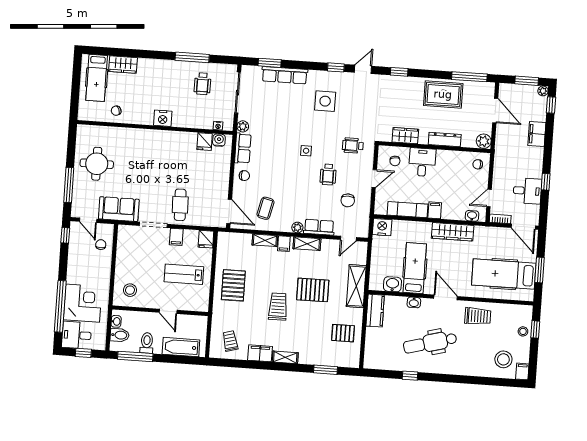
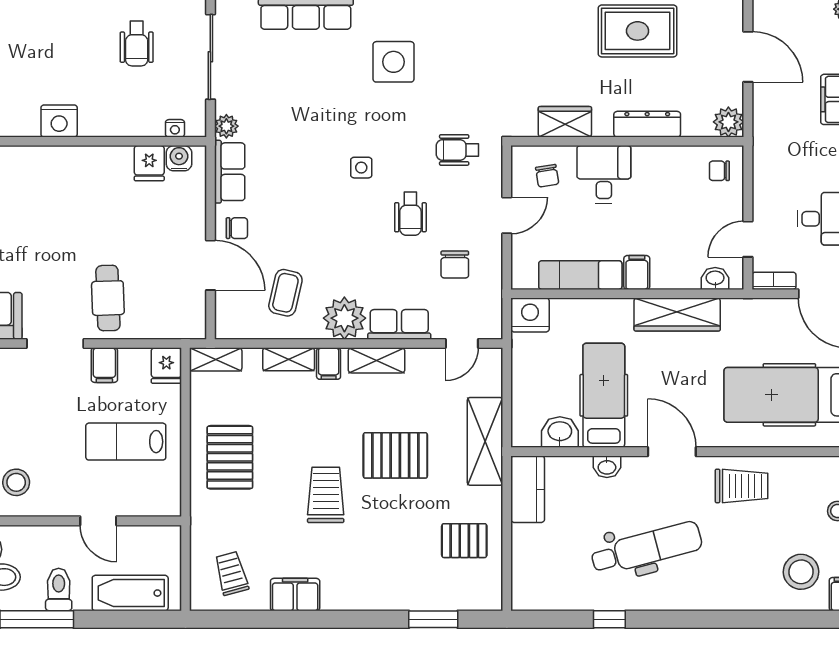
door: (229, 211) -> (210, 265), moved
plant: (297, 228) -> (344, 318), width x1.87, depth x1.87
dental chair: (430, 343) -> (646, 548), turned 180
shelving: (285, 357) -> (216, 359), moved

